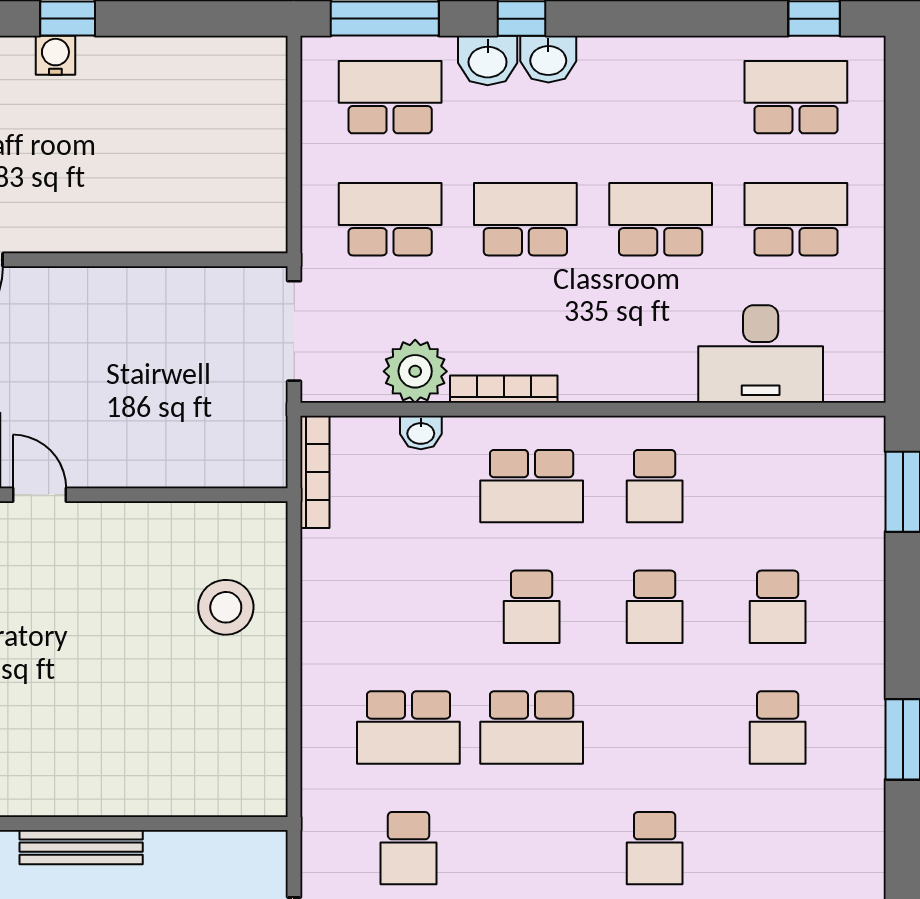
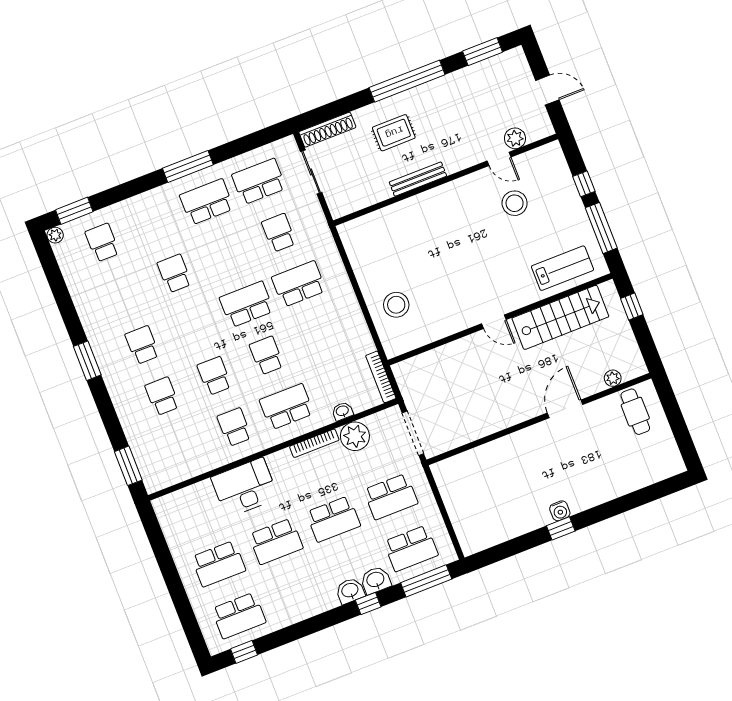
desk: (761, 354) -> (245, 488), moved

